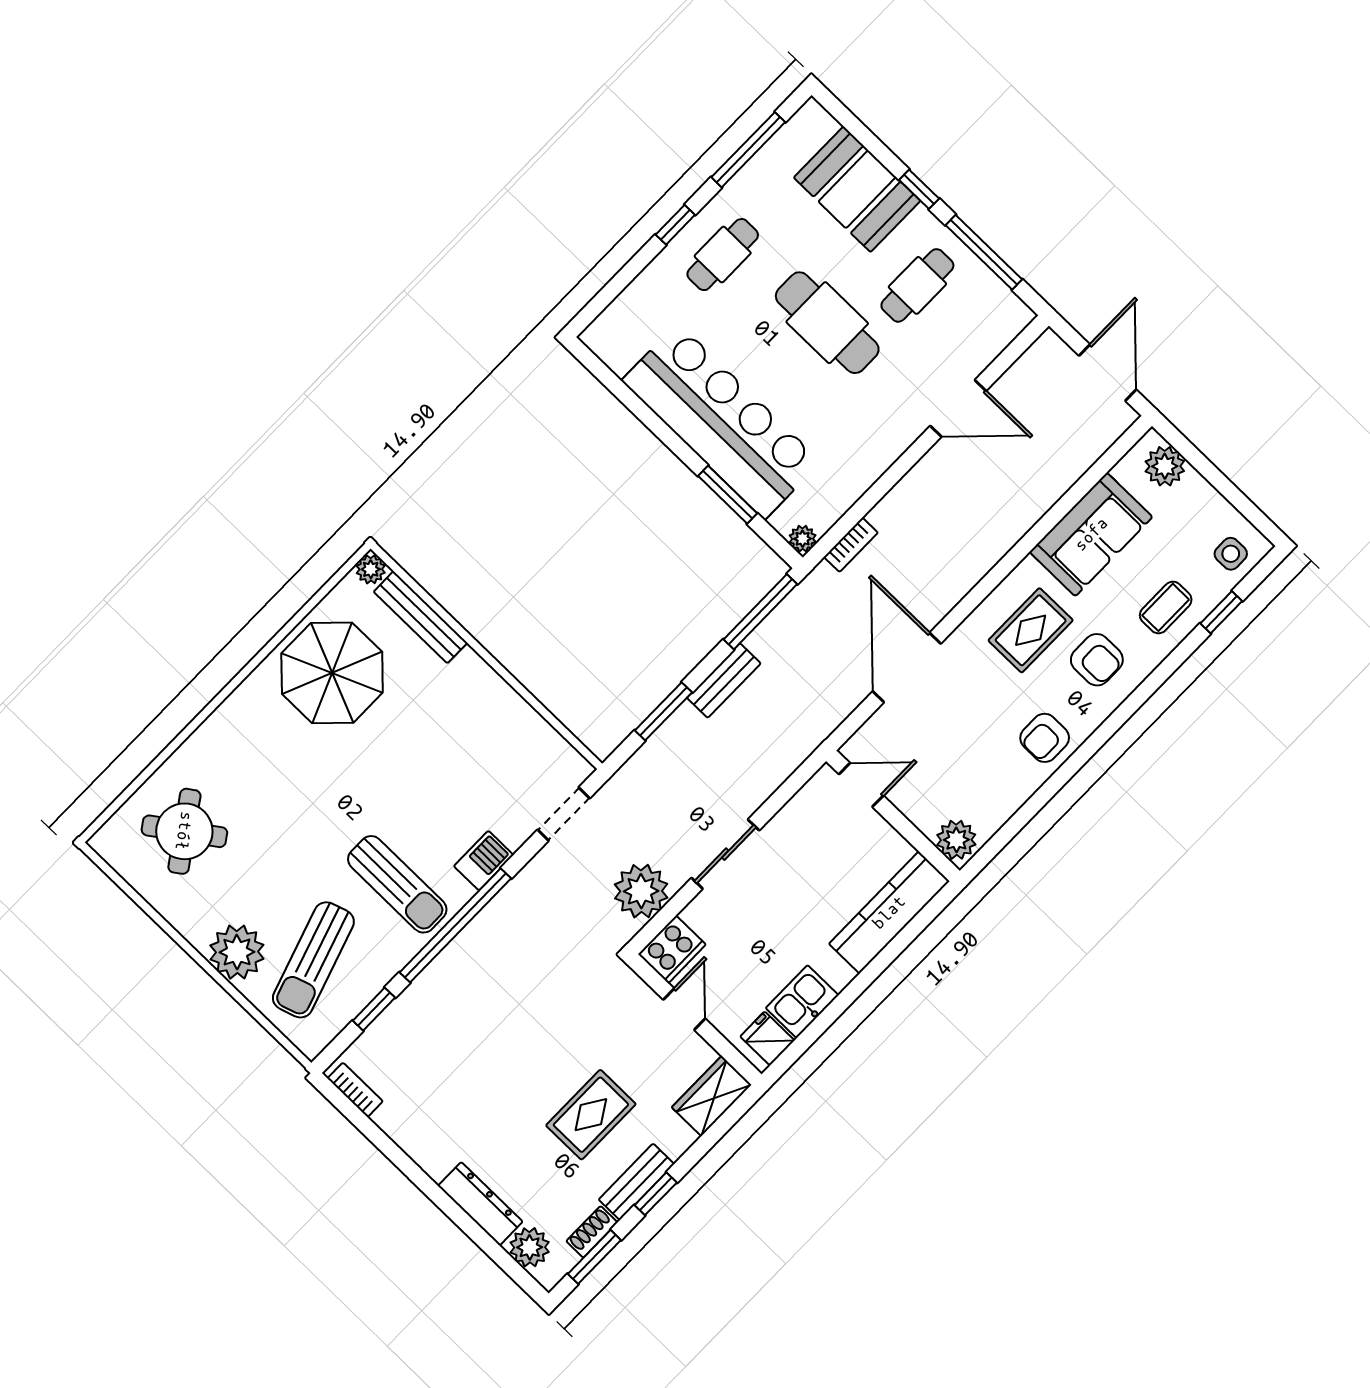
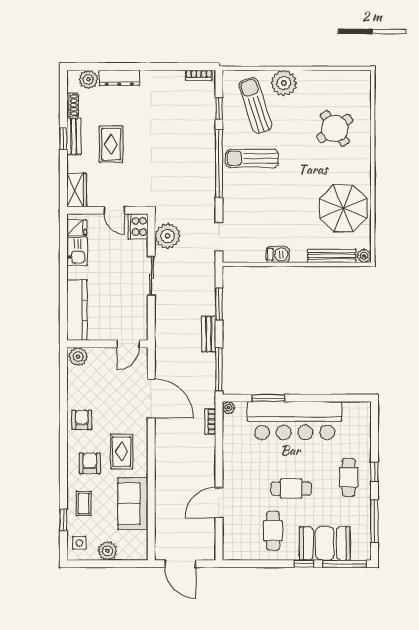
window: (984, 252) -> (345, 564), moved
cafe table: (827, 323) -> (291, 489), width x0.73, depth x0.74
plant: (1165, 466) -> (107, 551), moved
armchair: (1097, 660) -> (90, 463), turned 90
round table: (184, 831) -> (335, 128), moved
barbecue: (484, 861) -> (278, 254), moved, turned -90
window: (594, 1257) -> (63, 97), removed

